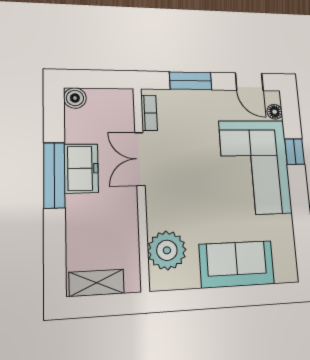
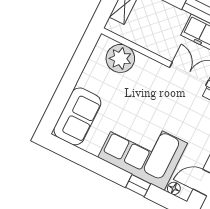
sofa: (237, 264) -> (77, 116), moved

